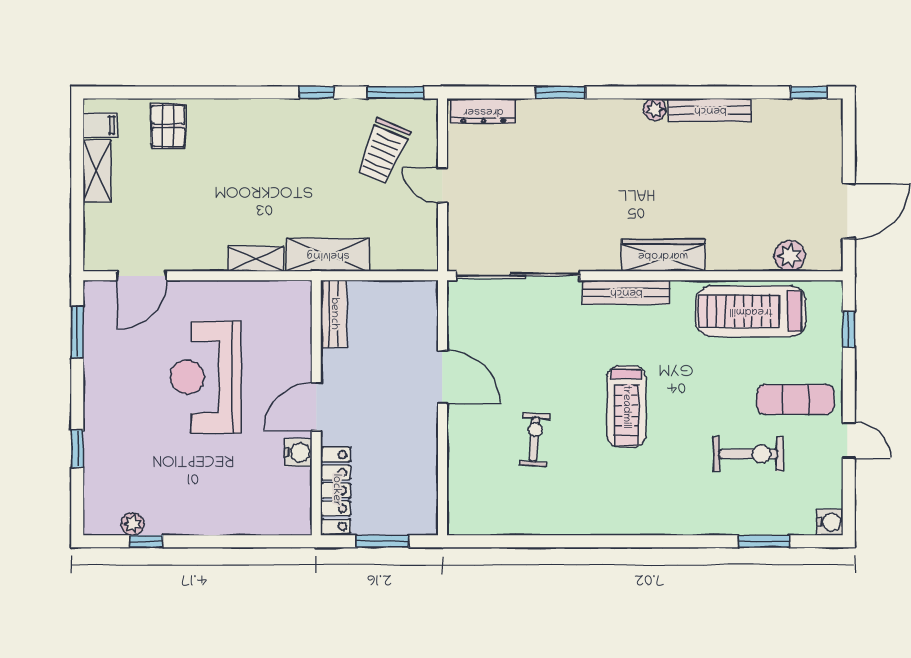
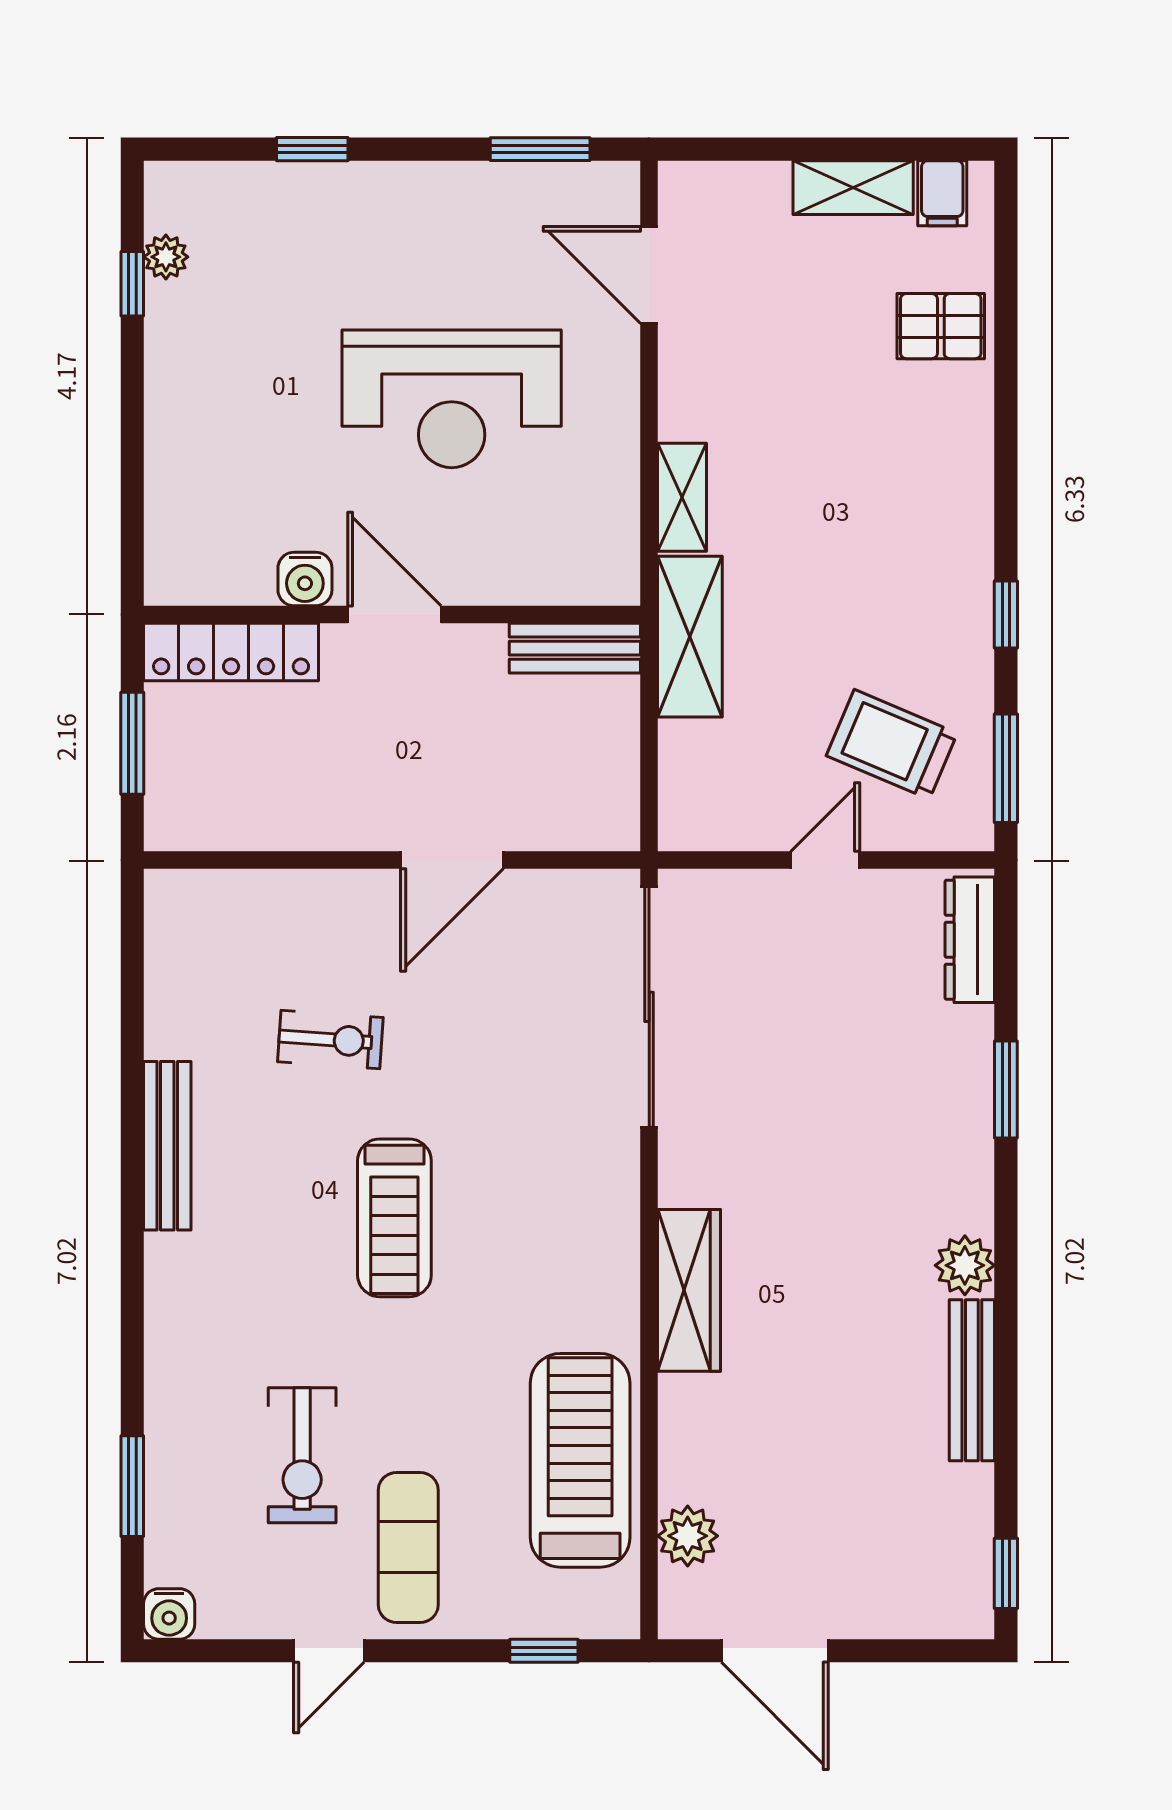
plant: (655, 109) -> (965, 1265), width x1.38, depth x1.38
bench: (626, 292) -> (167, 1146), moved
reception desk: (206, 377) -> (452, 399), turned 180
treadmill: (626, 407) -> (394, 1218), turned -90

